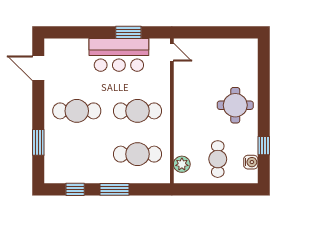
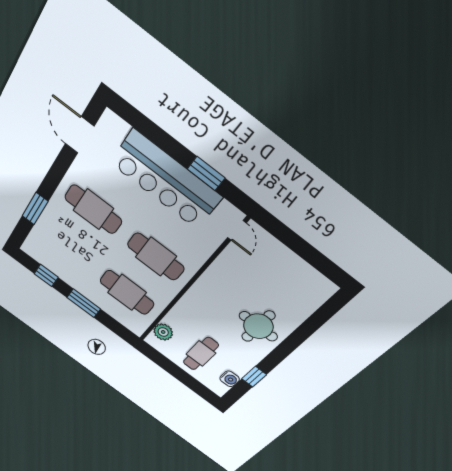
bar counter: (119, 55) -> (166, 180), width x1.36

